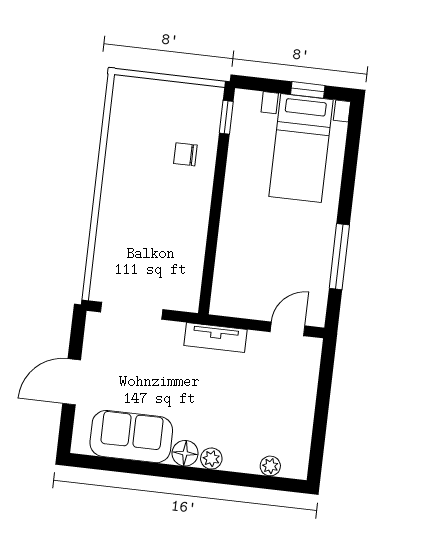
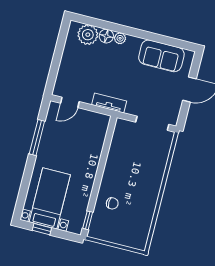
floor lamp: (185, 453) -> (106, 36), moved
plant: (270, 466) -> (88, 35), width x1.88, depth x1.88

